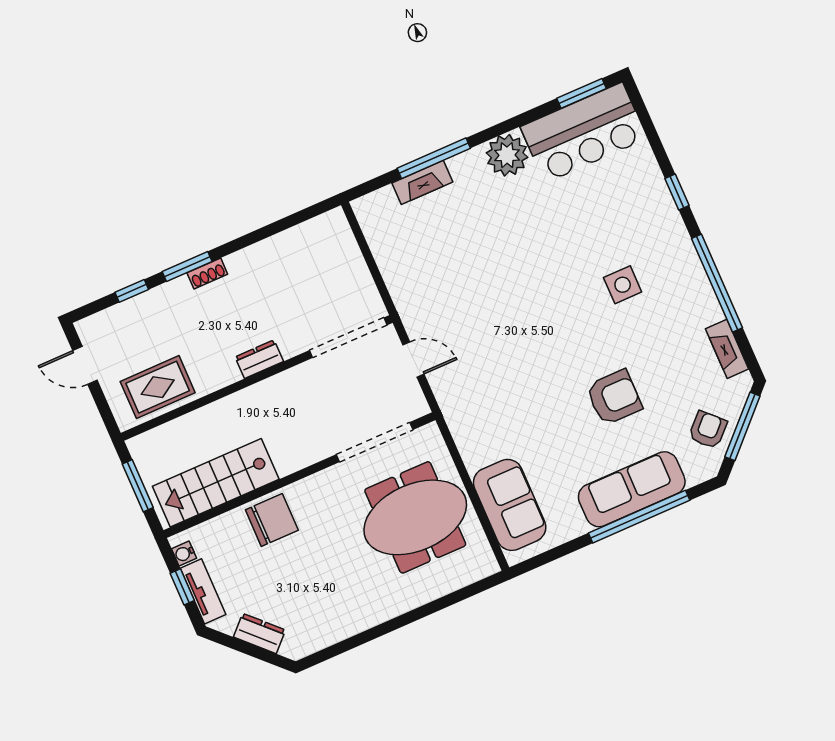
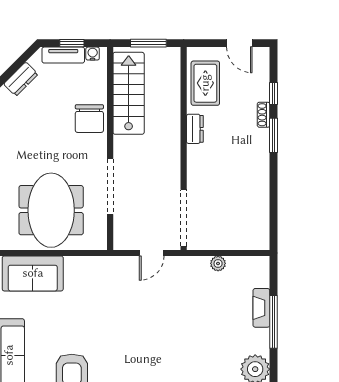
plant: (389, 266) -> (218, 263), added
shoe rack: (207, 273) -> (264, 115), moved
dresser: (259, 359) -> (195, 129), moved
door: (85, 365) -> (239, 43), swing flipped
doorway: (374, 442) -> (110, 187), moved

